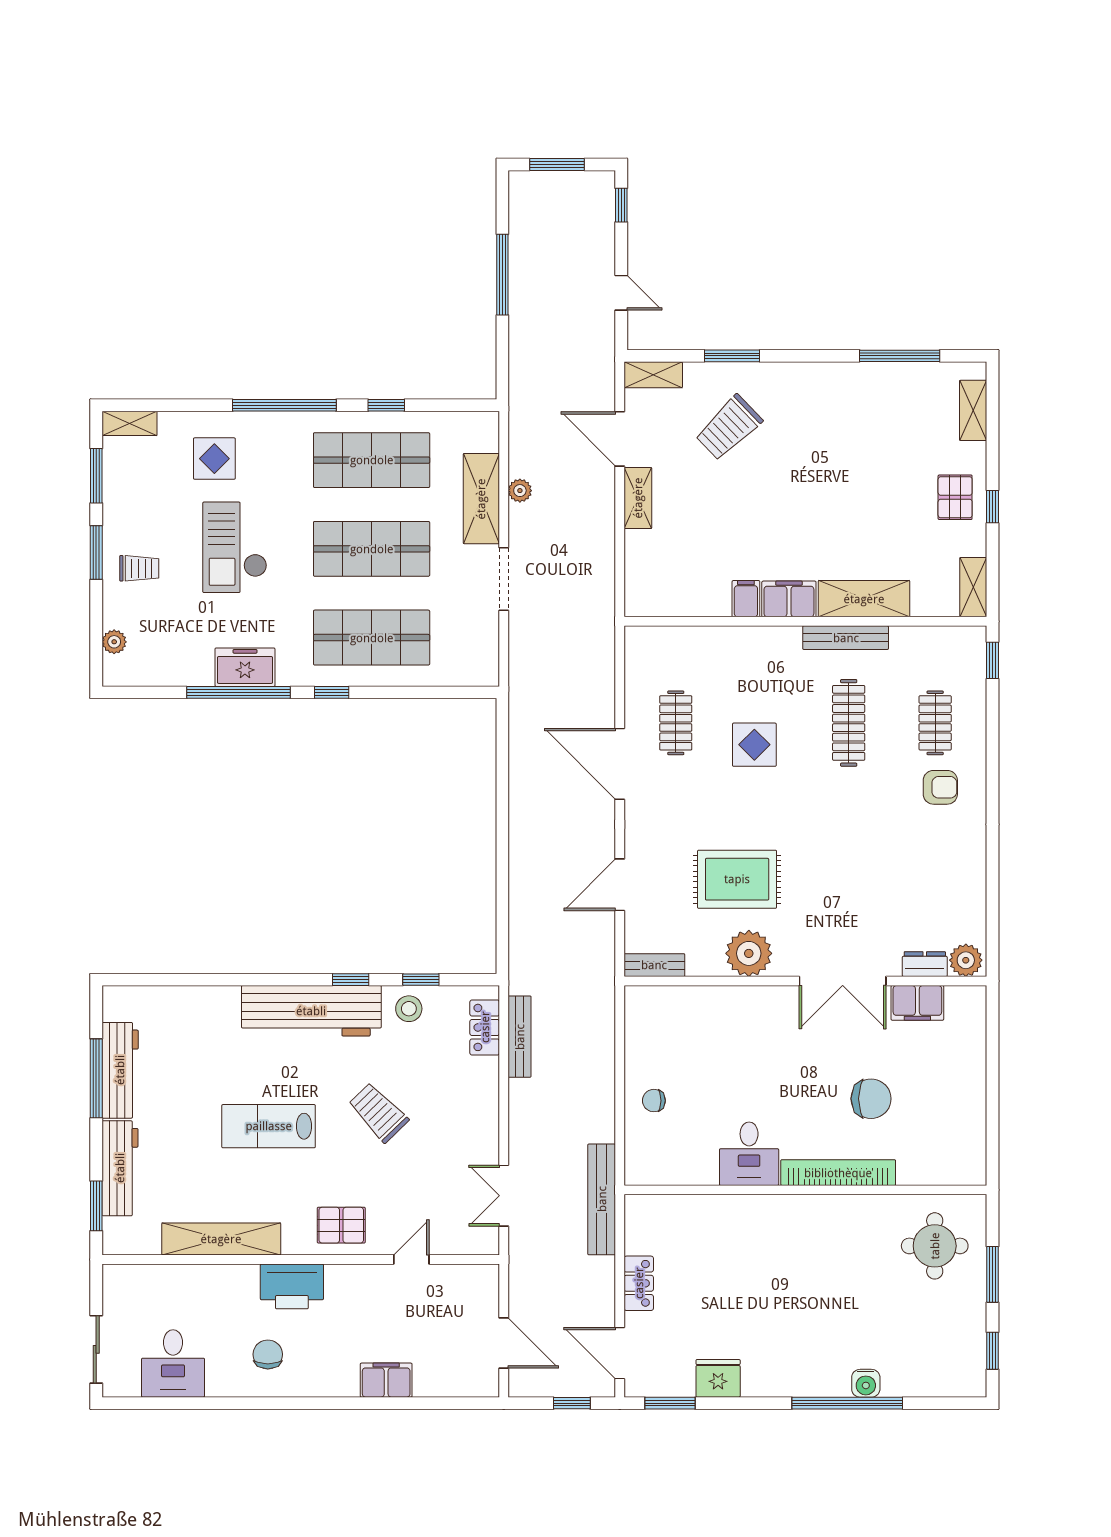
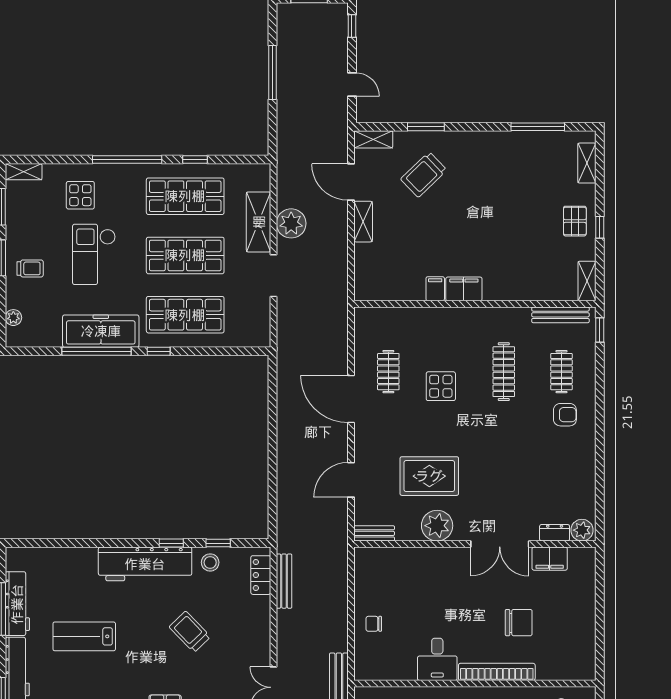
plant: (520, 491) -> (291, 223), width x1.88, depth x1.88
shelving: (864, 599) -> (514, 289), removed
bench: (846, 638) -> (560, 315), moved
freezer: (245, 667) -> (101, 331), width x1.91, depth x1.26
lab bench: (269, 1126) -> (84, 636), moved

